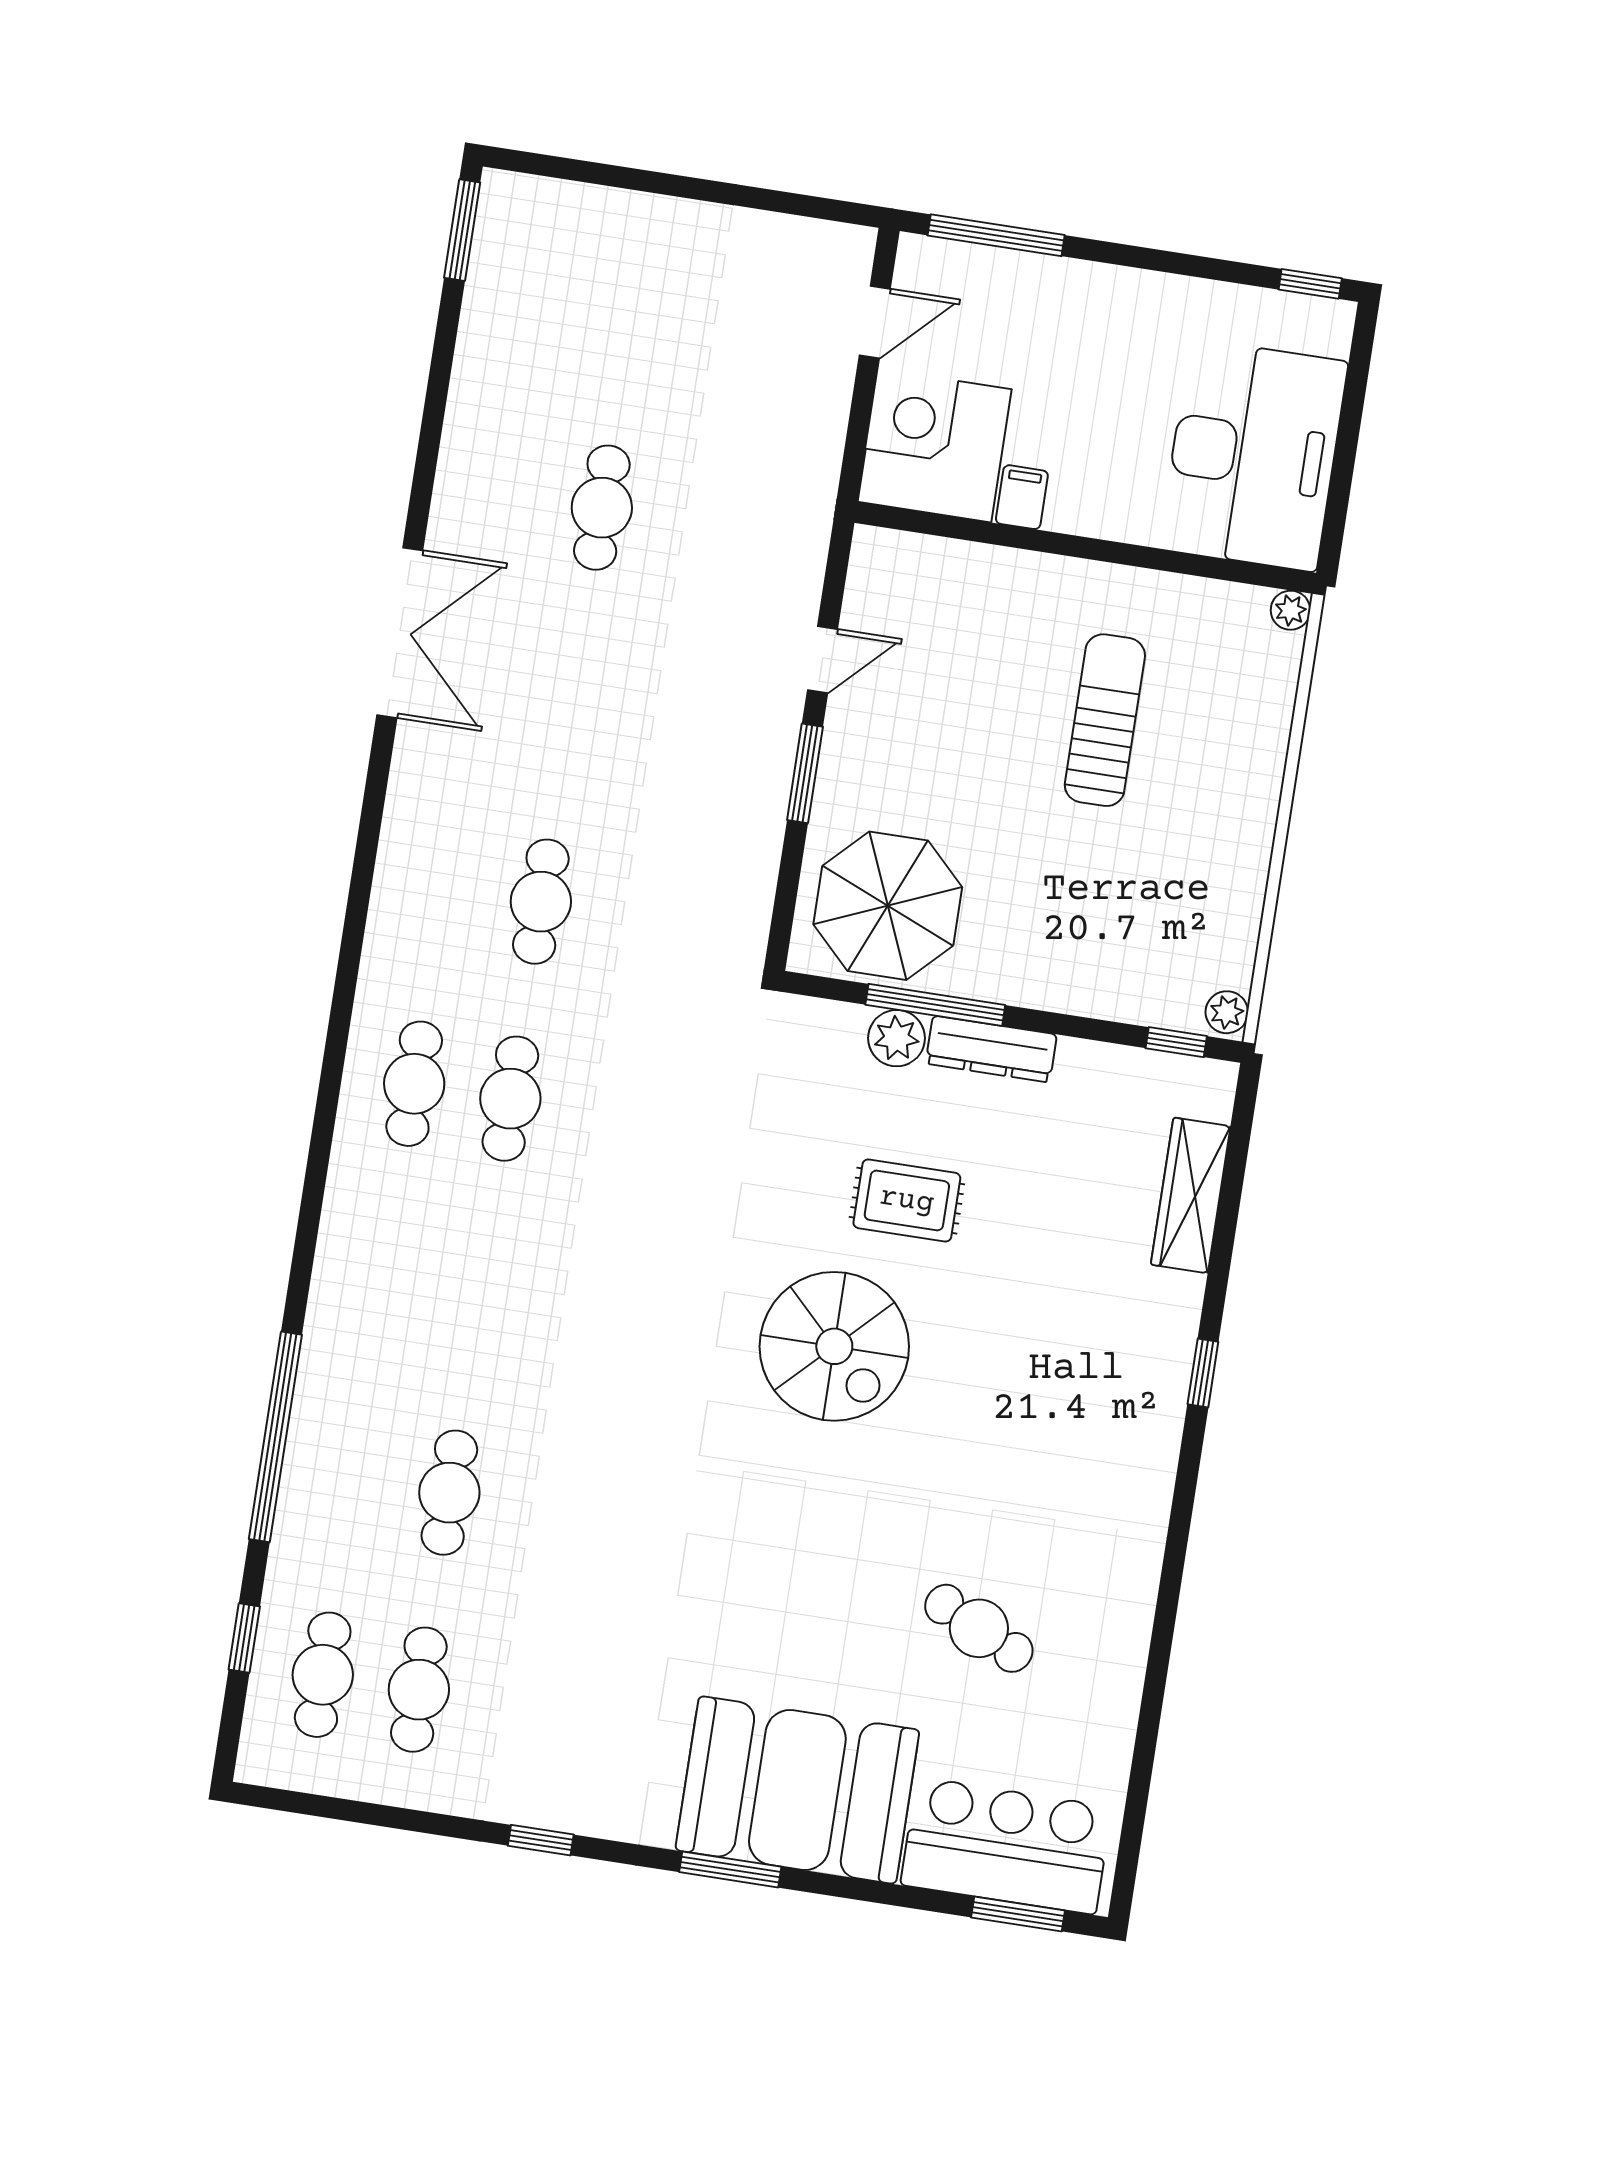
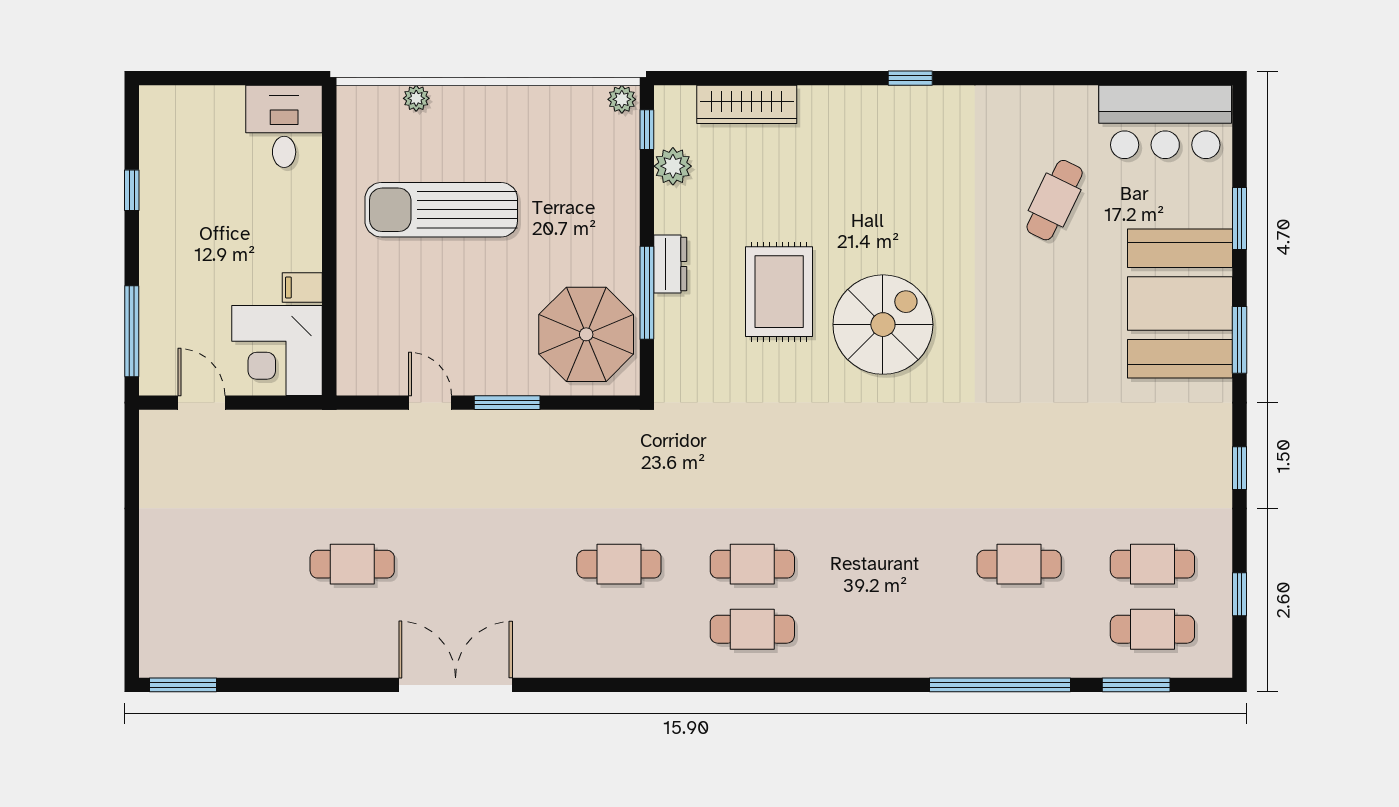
window: (1310, 284) -> (132, 190), moved
desk: (1253, 455) -> (284, 126), width x0.53, depth x0.77
plant: (1290, 610) -> (416, 98), moved
sun lounger: (1105, 720) -> (441, 210), width x1.36, depth x1.34
plant: (897, 1038) -> (673, 166), moved
dresser: (991, 1049) -> (670, 264), width x0.70
rug: (907, 1200) -> (779, 292), width x1.36, depth x1.43
window: (1203, 1373) -> (910, 78), moved
window: (244, 1638) -> (1136, 685), width x1.50
window: (355, 1811) -> (1240, 594), added
bar counter: (1006, 1846) -> (1165, 122), moved, turned -90
window: (1018, 1914) -> (1240, 219), moved

